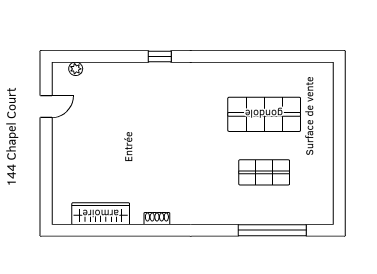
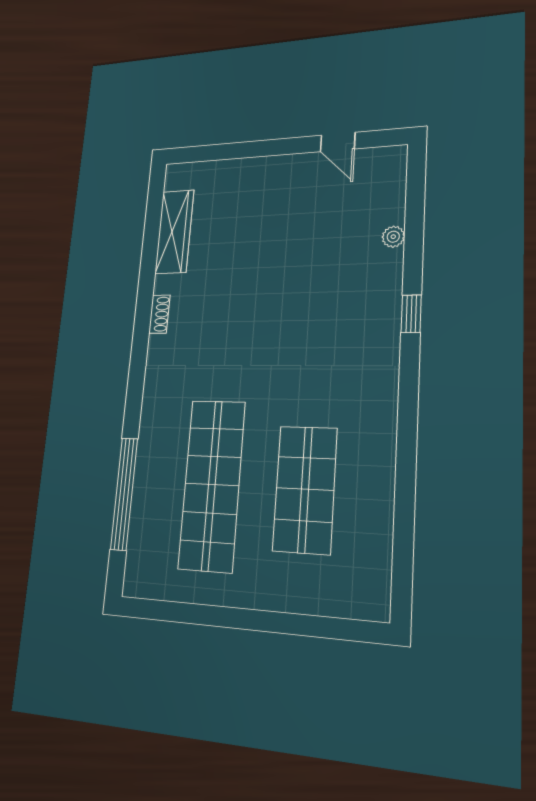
plant: (76, 69) -> (393, 237), moved
shop shelf: (264, 172) -> (212, 485), width x2.00, depth x1.36

